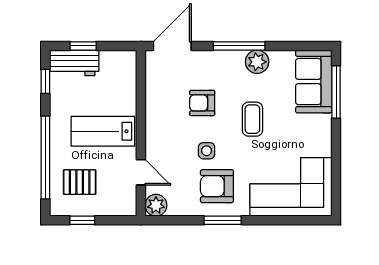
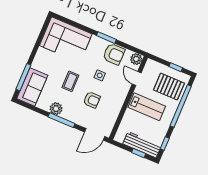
workbench: (74, 63) -> (142, 145), width x1.38
pallet: (80, 182) -> (169, 87), width x1.50, depth x1.42
armchair: (217, 186) -> (114, 54), moved

